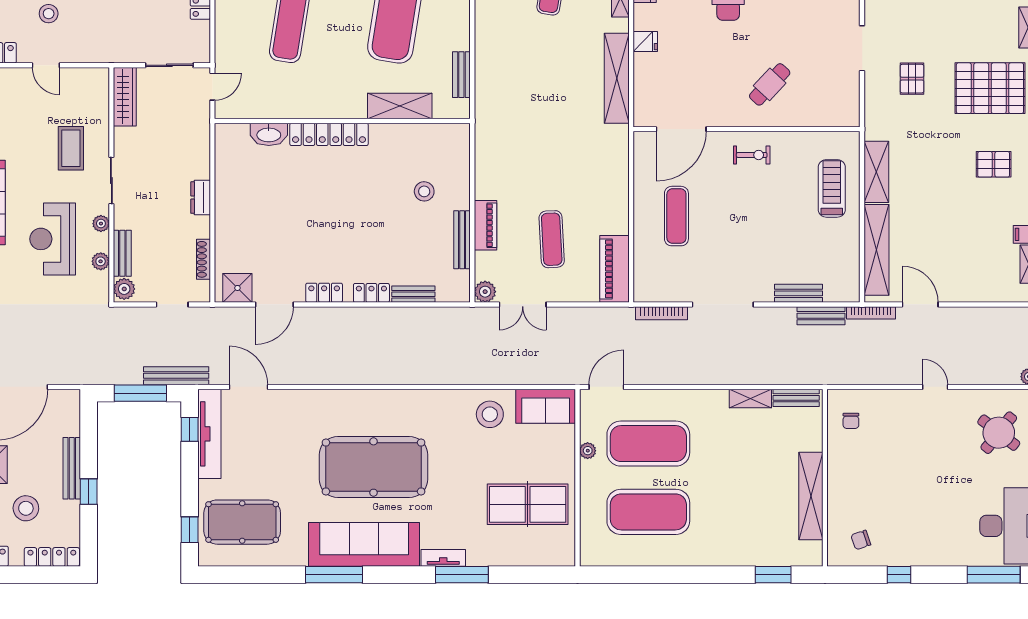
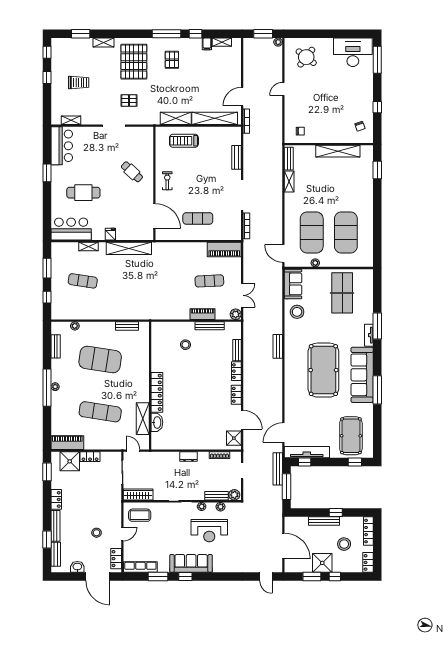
shelving: (400, 106) -> (143, 419), moved
coffee table: (71, 148) -> (140, 515), moved
bench: (821, 316) -> (278, 346), moved

